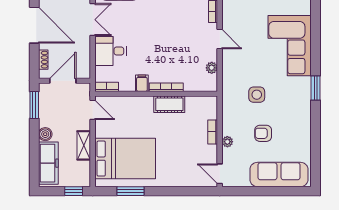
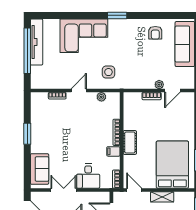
side table: (257, 95) -> (108, 72), moved
cot: (169, 104) -> (130, 142), moved
door: (93, 110) -> (134, 190), hinge flipped
armchair: (263, 133) -> (155, 33), moved
door: (220, 174) -> (172, 91), moved

